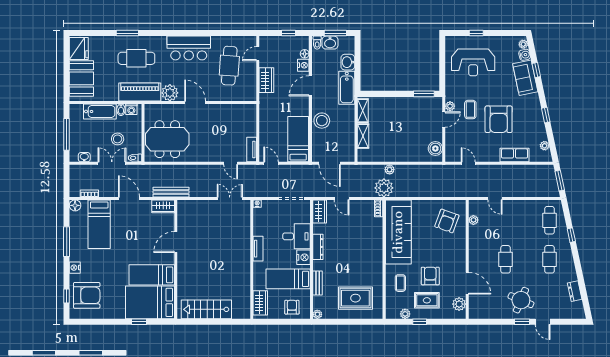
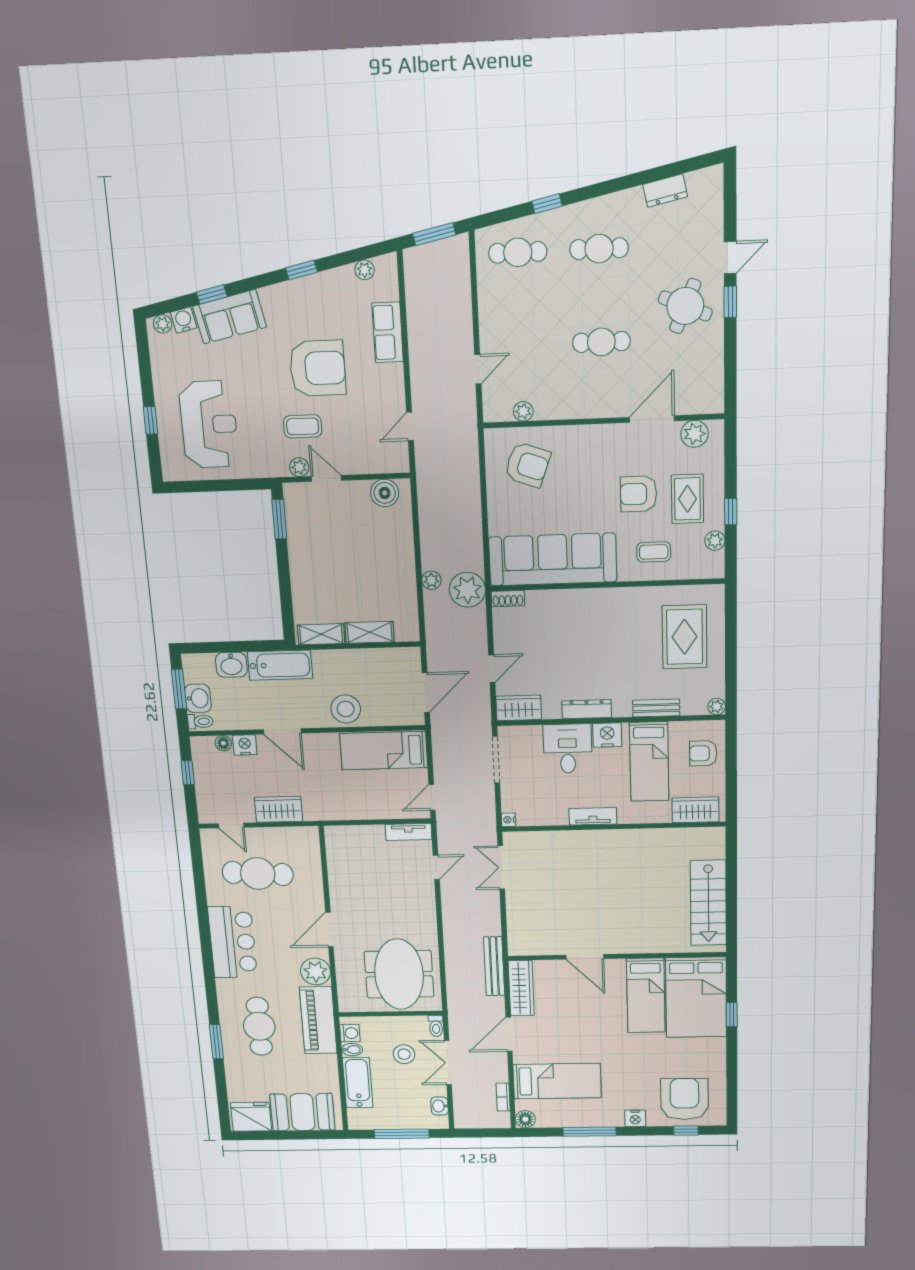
wardrobe: (163, 206) -> (521, 988), width x1.50

